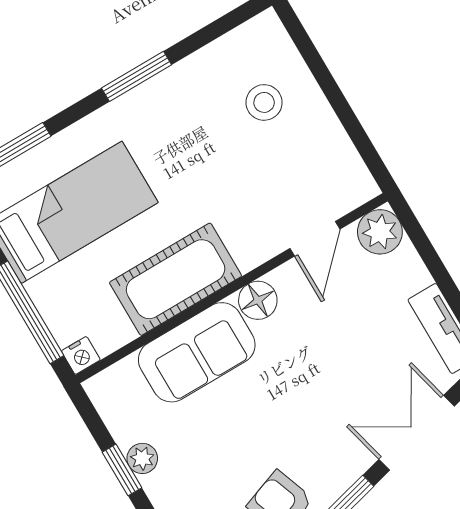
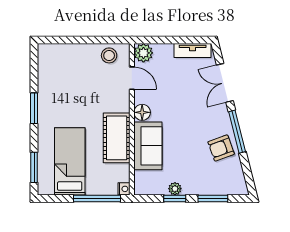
stool: (264, 102) -> (109, 55), moved

